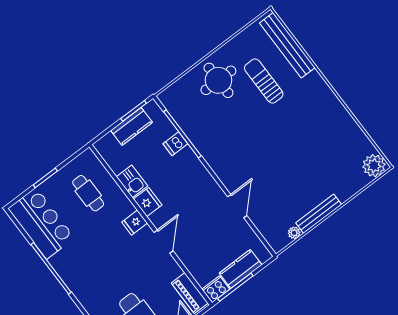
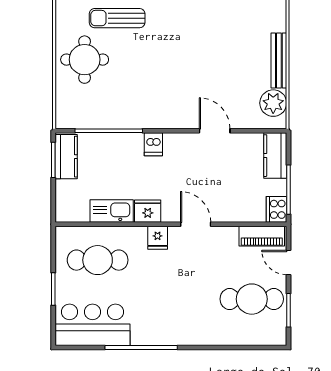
kitchen counter: (132, 126) -> (66, 157), moved
dishwasher: (175, 144) -> (153, 144), moved
kitchen sink: (132, 181) -> (112, 211), width x1.38
cafe table: (88, 193) -> (98, 260), width x1.37, depth x1.35
plant: (294, 233) -> (273, 103), width x1.88, depth x1.88
kitchen counter: (241, 269) -> (275, 156), moved

